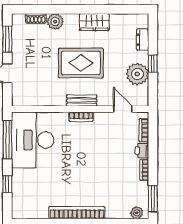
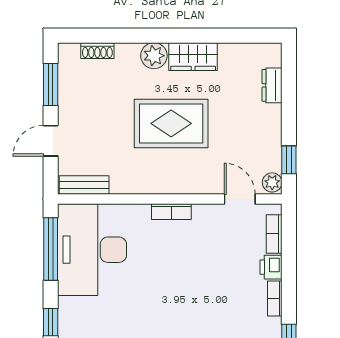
plant: (55, 22) -> (154, 56), moved
window: (153, 64) -> (289, 160), moved
plant: (137, 74) -> (272, 182), moved, width x0.53, depth x0.53
bench: (82, 100) -> (84, 185), moved

